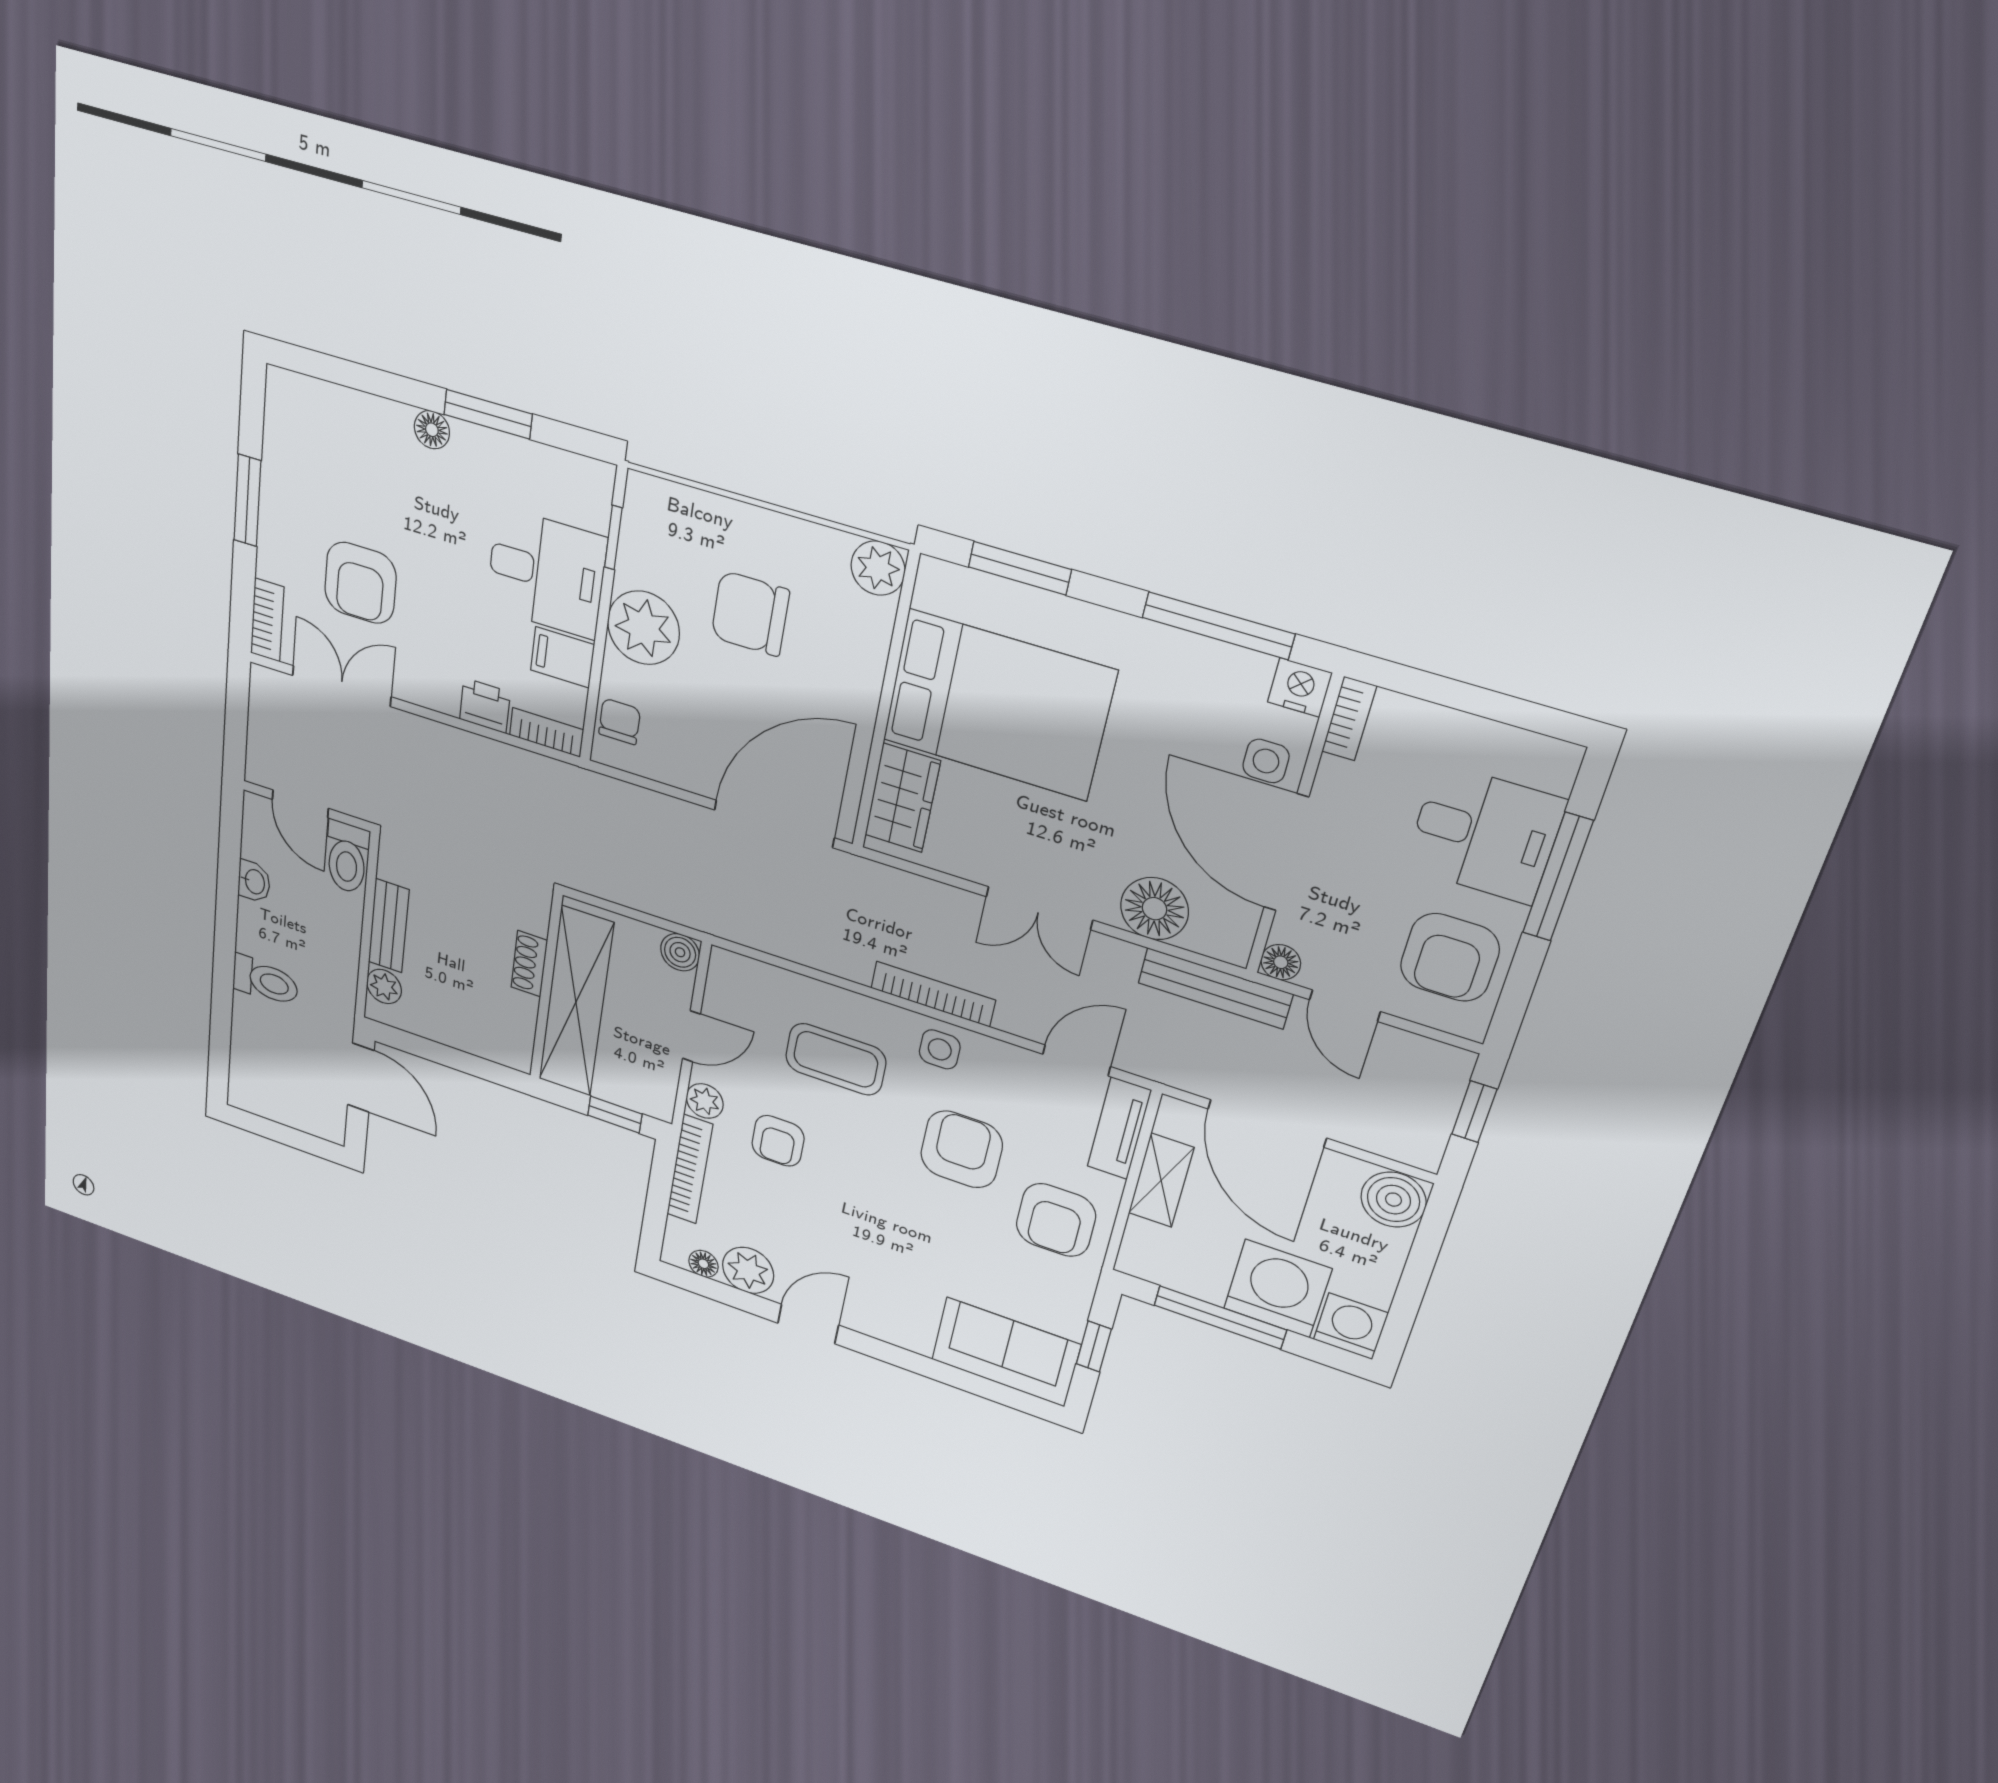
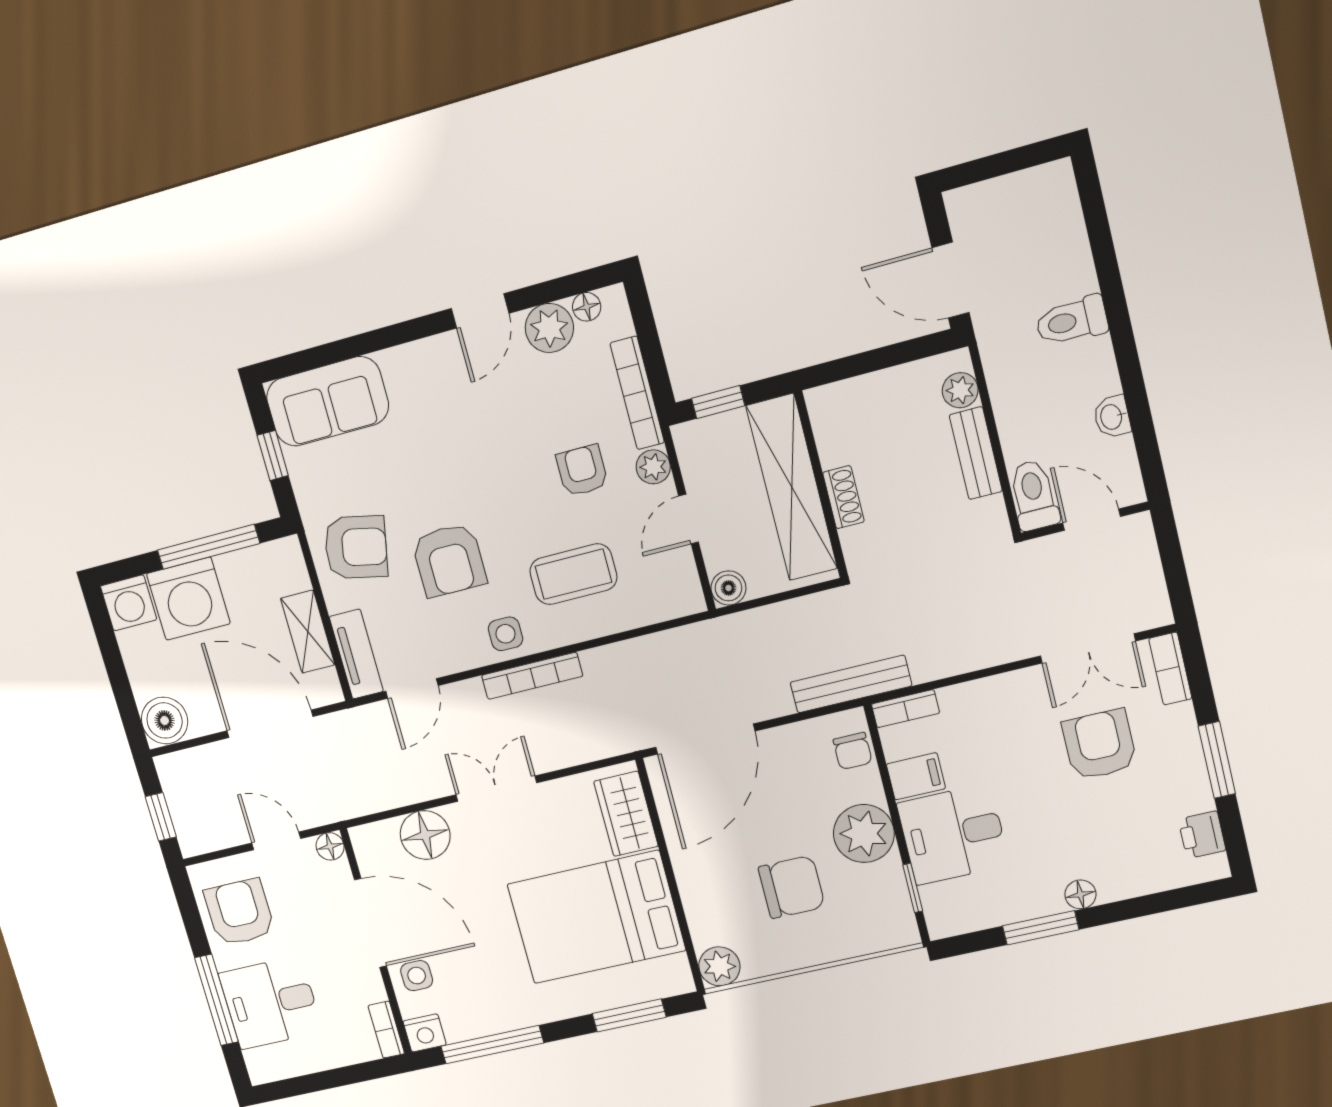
printer: (485, 706) -> (1202, 835), moved, turned 90
bench: (1215, 988) -> (851, 684), moved
armchair: (1056, 1220) -> (356, 547), turned 102

